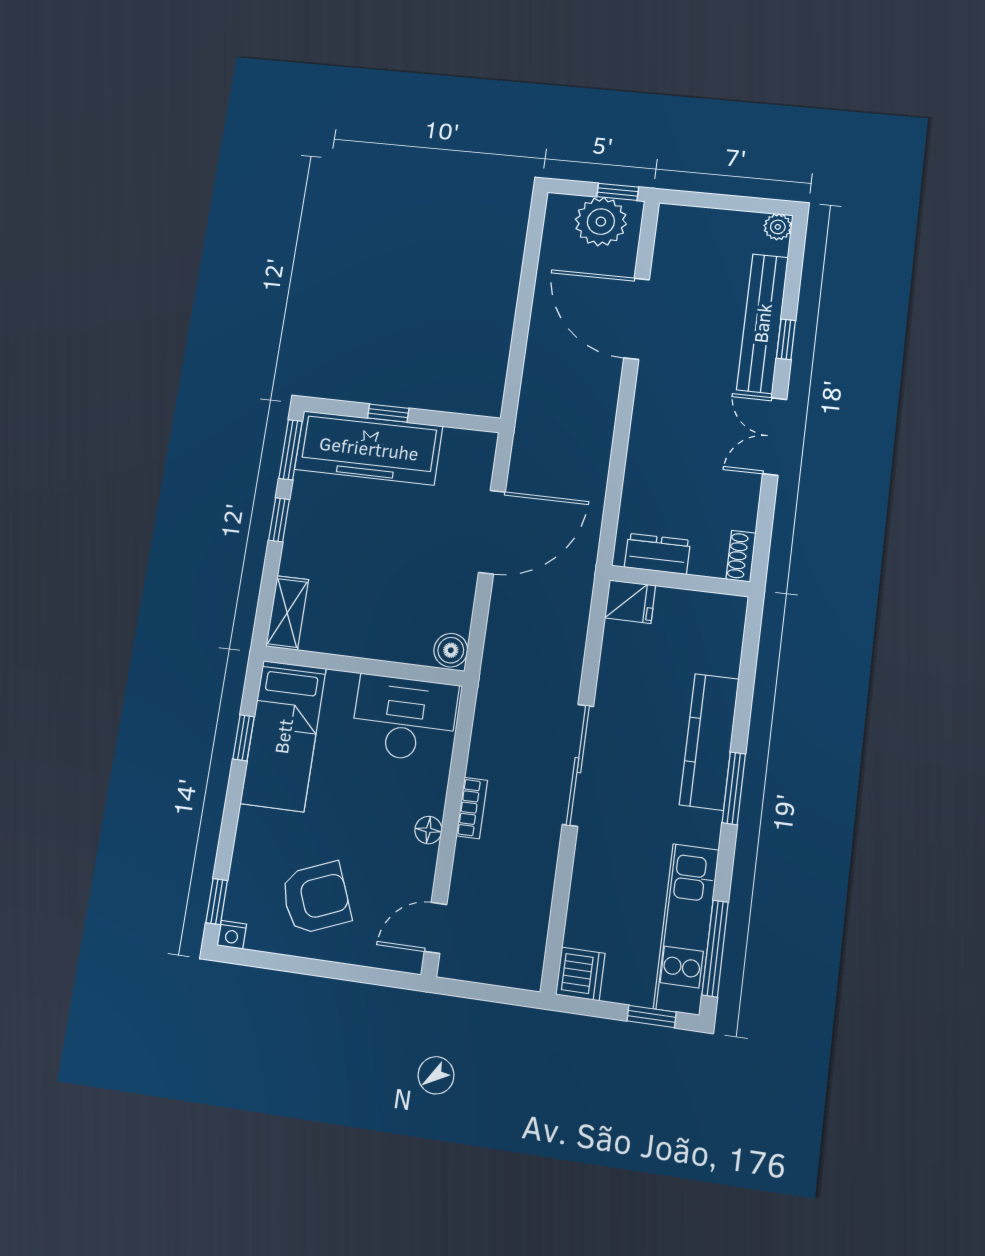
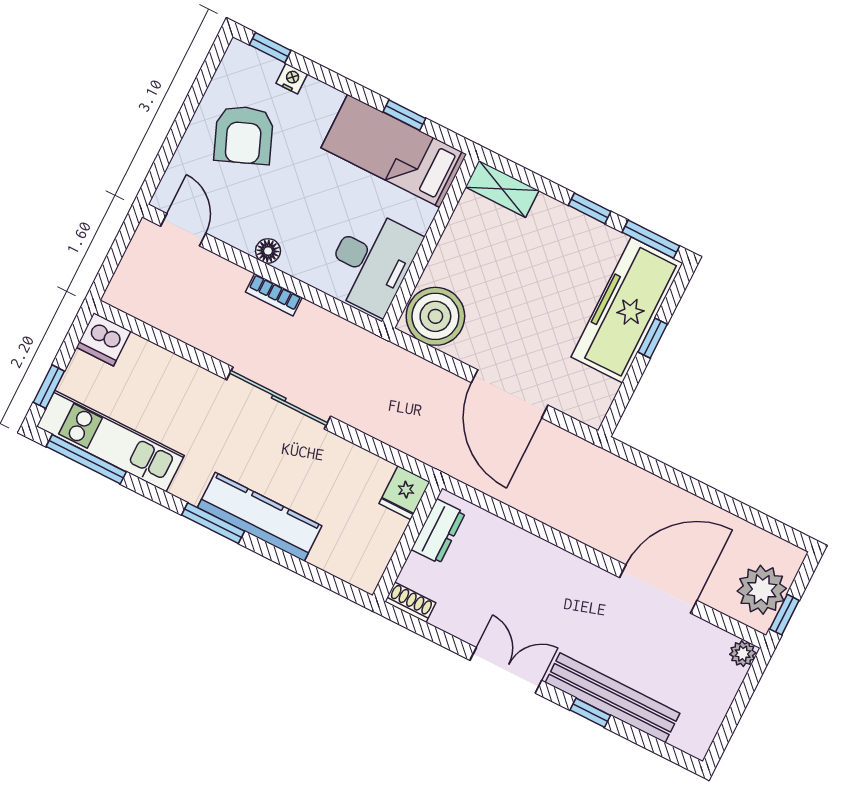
plant: (778, 227) -> (743, 654), moved
boiler: (451, 650) -> (435, 316), width x1.86, depth x1.86
nightstand: (232, 935) -> (292, 79), moved, turned 90

